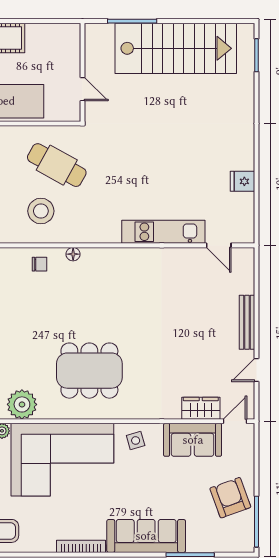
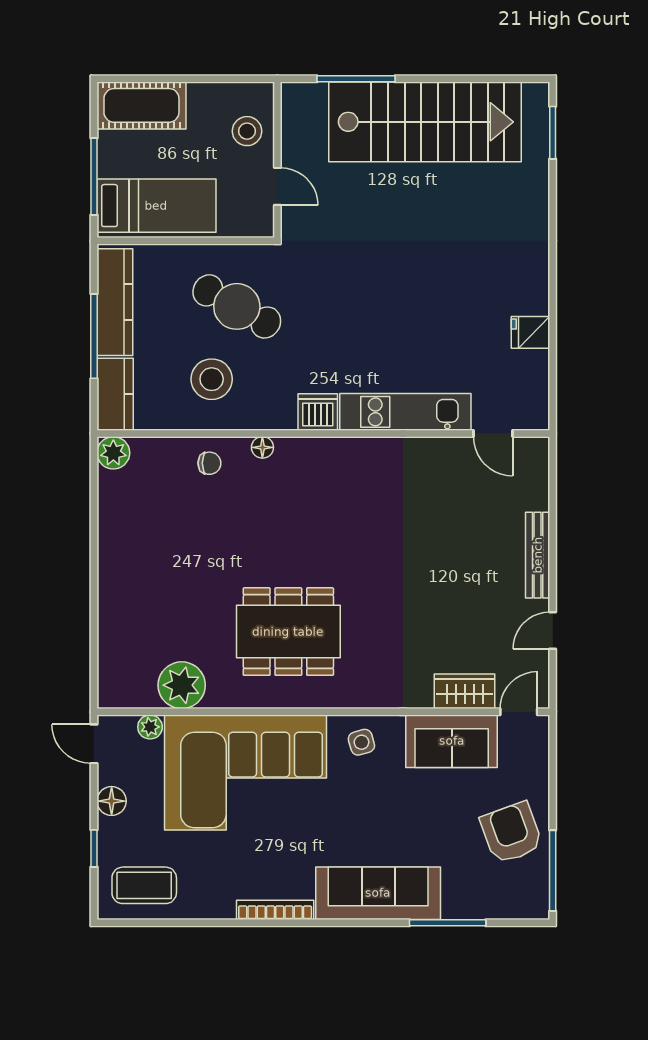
stool: (63, 54) -> (247, 131), added
dishwasher: (108, 232) -> (318, 412), added

